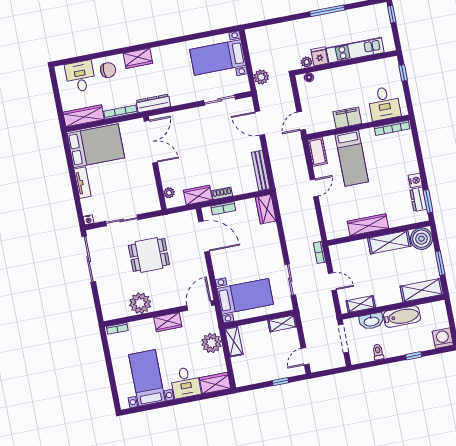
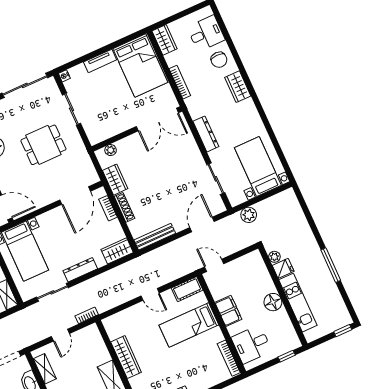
floor lamp: (309, 77) -> (273, 302), moved, width x1.89, depth x1.89
dresser: (153, 103) -> (206, 134), moved
wardrobe: (84, 116) -> (165, 40), width x0.67
shoe rack: (222, 193) -> (124, 207), width x1.43
dresser: (275, 248) -> (80, 270), added
dining table: (149, 255) -> (43, 145), turned 90

